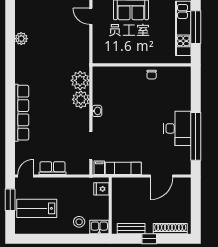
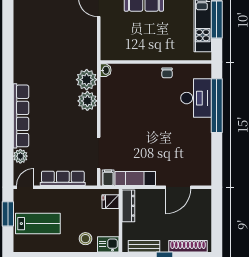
plant: (21, 39) -> (20, 156), moved
washbasin: (97, 111) -> (106, 70), moved
desk: (177, 128) -> (196, 98), moved
window: (196, 136) -> (217, 106), moved
row of seats: (53, 168) -> (63, 178), width x1.48
dresser: (117, 193) -> (128, 206), added
lab bench: (37, 208) -> (38, 224), turned 180

